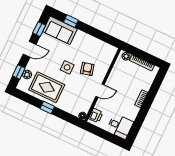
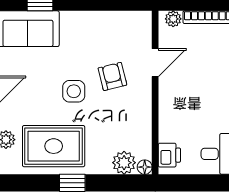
door: (100, 91) -> (155, 63), moved
plant: (74, 109) -> (124, 163), added

